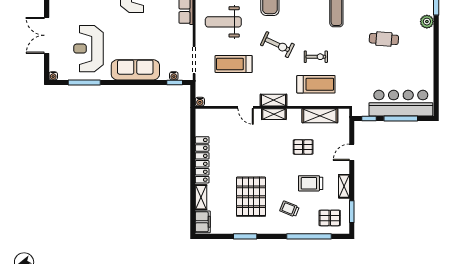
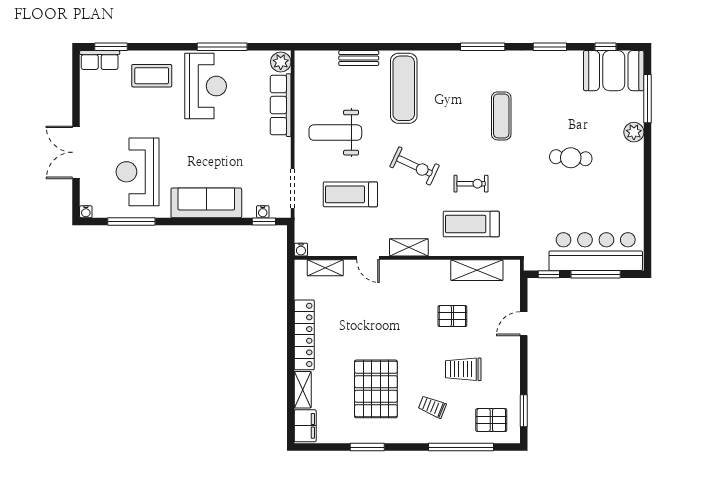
treadmill: (316, 84) -> (471, 224), turned 180
shelving: (274, 114) -> (325, 268), moved
shelving: (344, 186) -> (512, 373), removed

